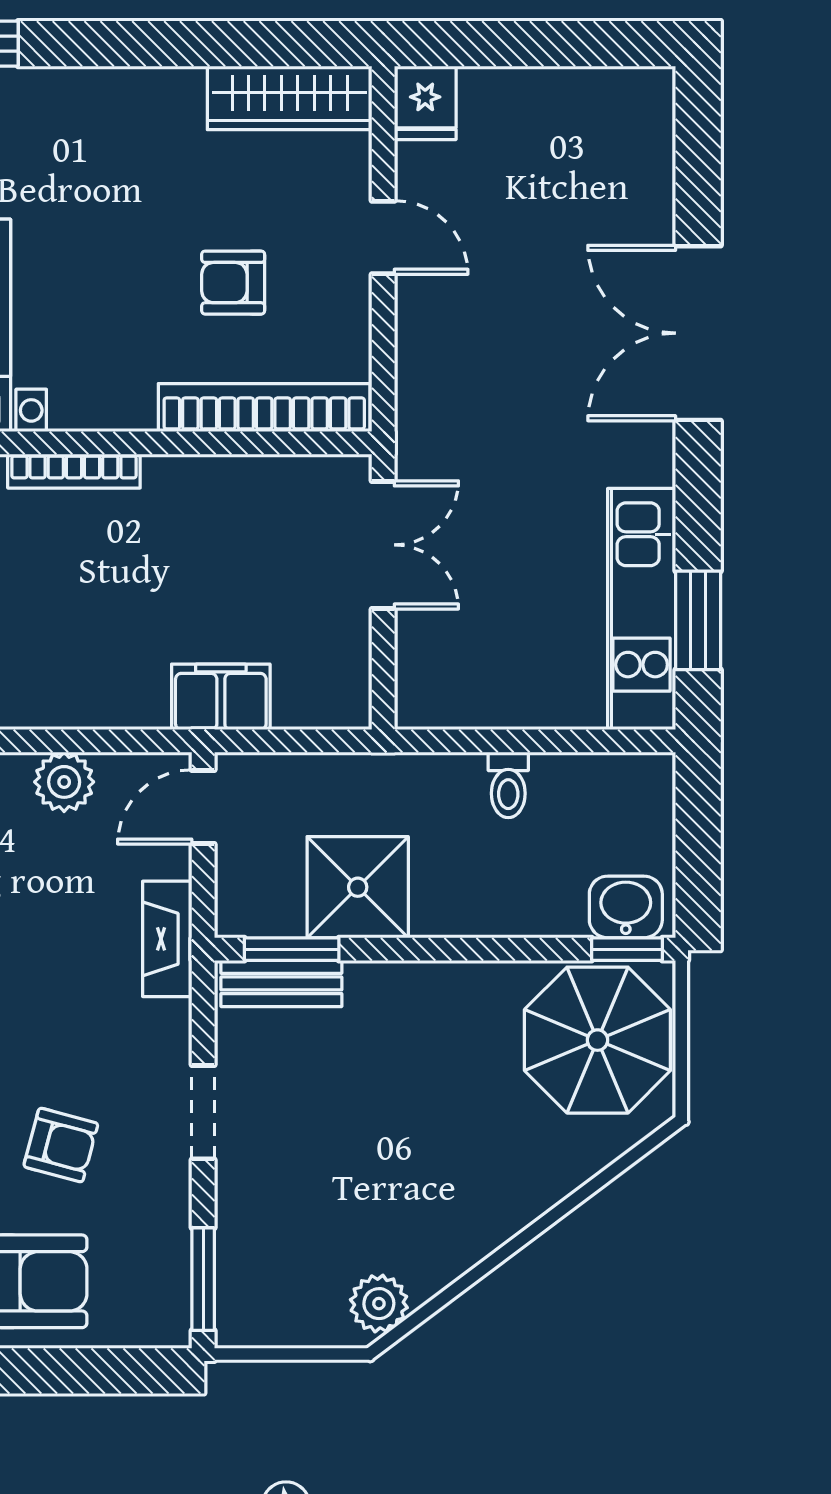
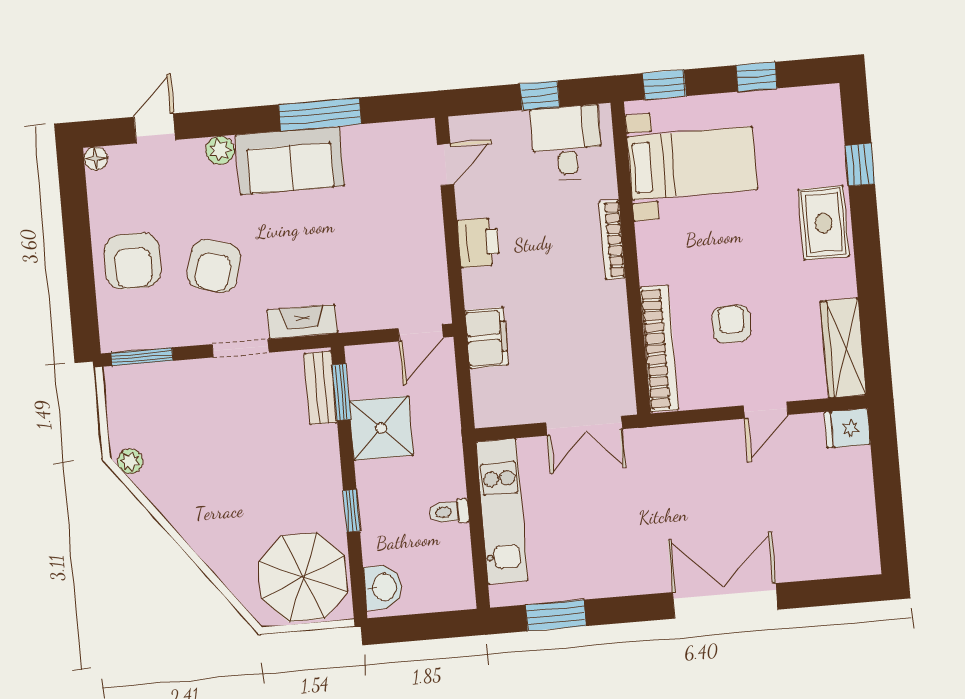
rug: (76, 113) -> (824, 223), added
kitchen unit: (642, 609) -> (502, 511), moved, turned 90
printer: (60, 697) -> (479, 243), added
plant: (64, 782) -> (428, 250), removed
door: (203, 807) -> (421, 333), swing flipped
fireplace: (167, 939) -> (302, 322), moved
window: (627, 949) -> (351, 511), moved
armchair: (61, 1145) -> (214, 266), width x1.38, depth x1.38
plant: (379, 1304) -> (130, 461), width x0.73, depth x0.73

